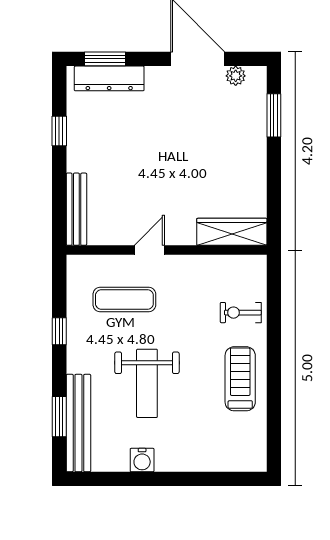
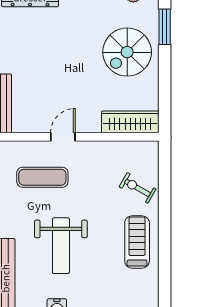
spiral stairs: (228, 146) -> (127, 52), added
exercise bike: (241, 313) -> (138, 188), turned 30

